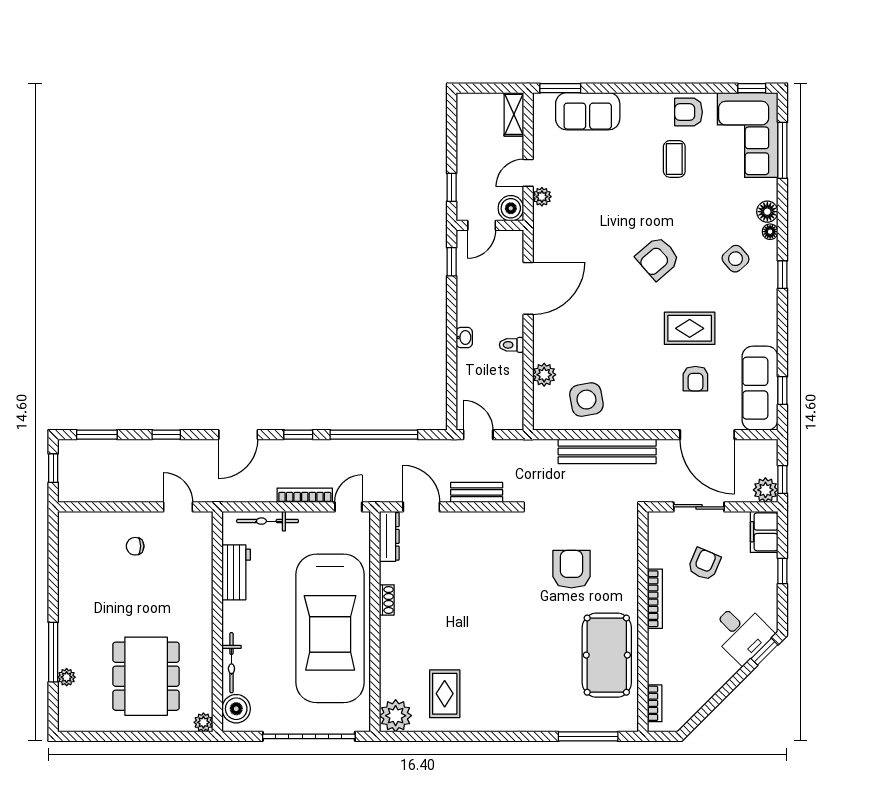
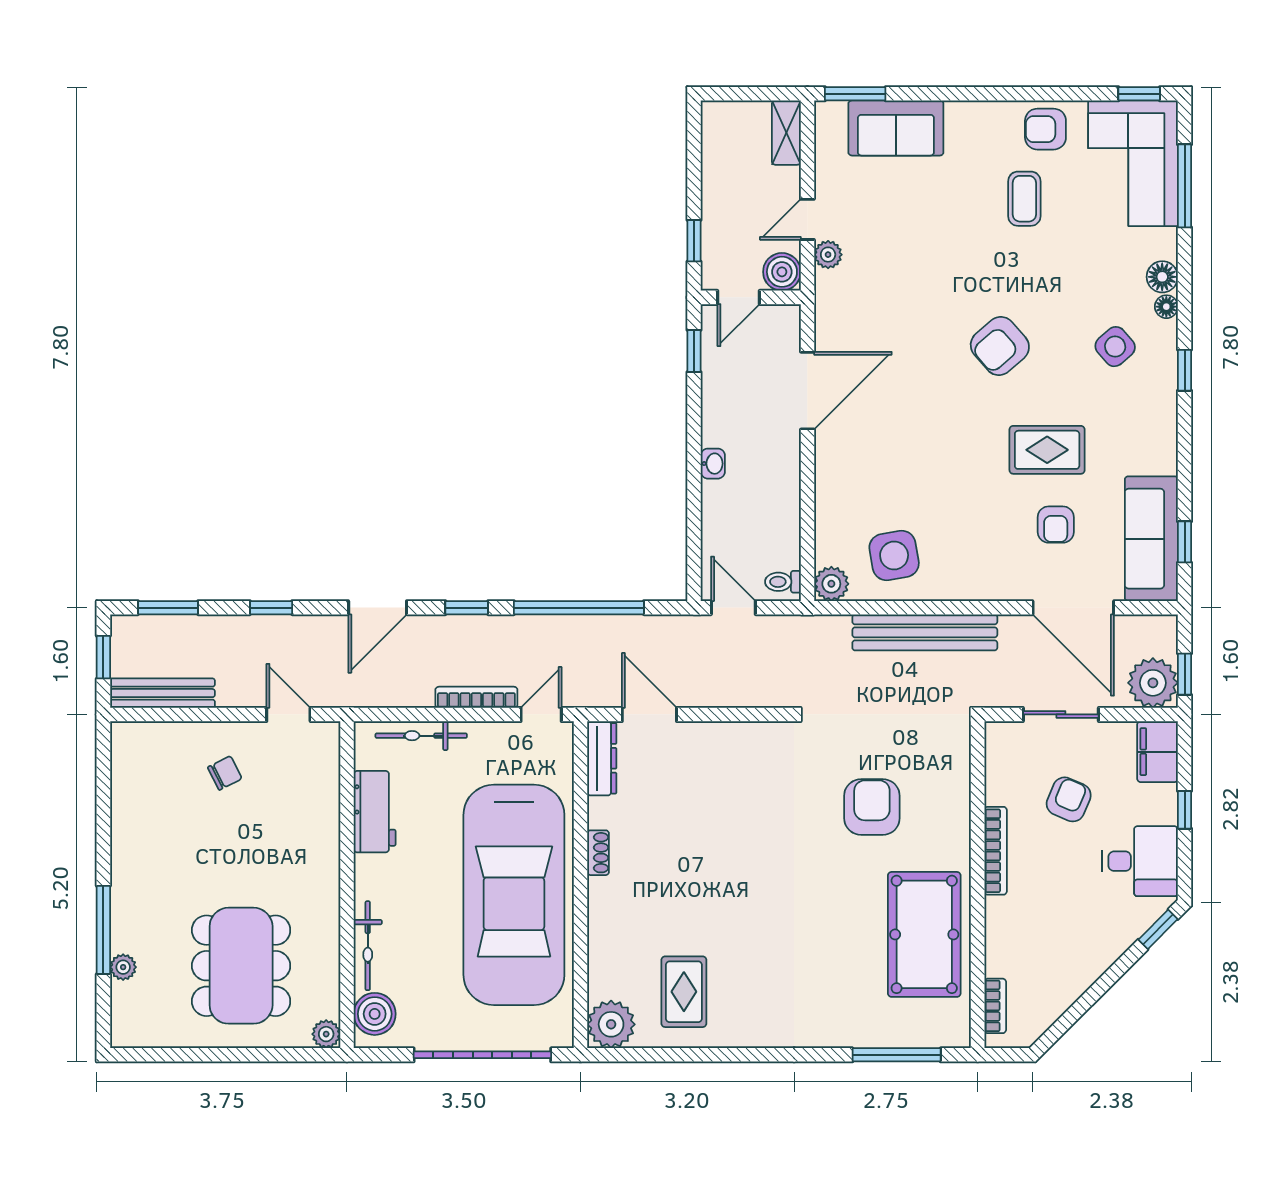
toilet: (511, 345) -> (783, 582), moved
plant: (544, 375) -> (831, 584), moved
plant: (765, 490) -> (1153, 683), width x1.36, depth x1.36
bench: (477, 492) -> (162, 693), moved, width x1.36
chair: (135, 546) -> (225, 773), turned 153
desk: (741, 633) -> (1140, 861), moved, turned -45

